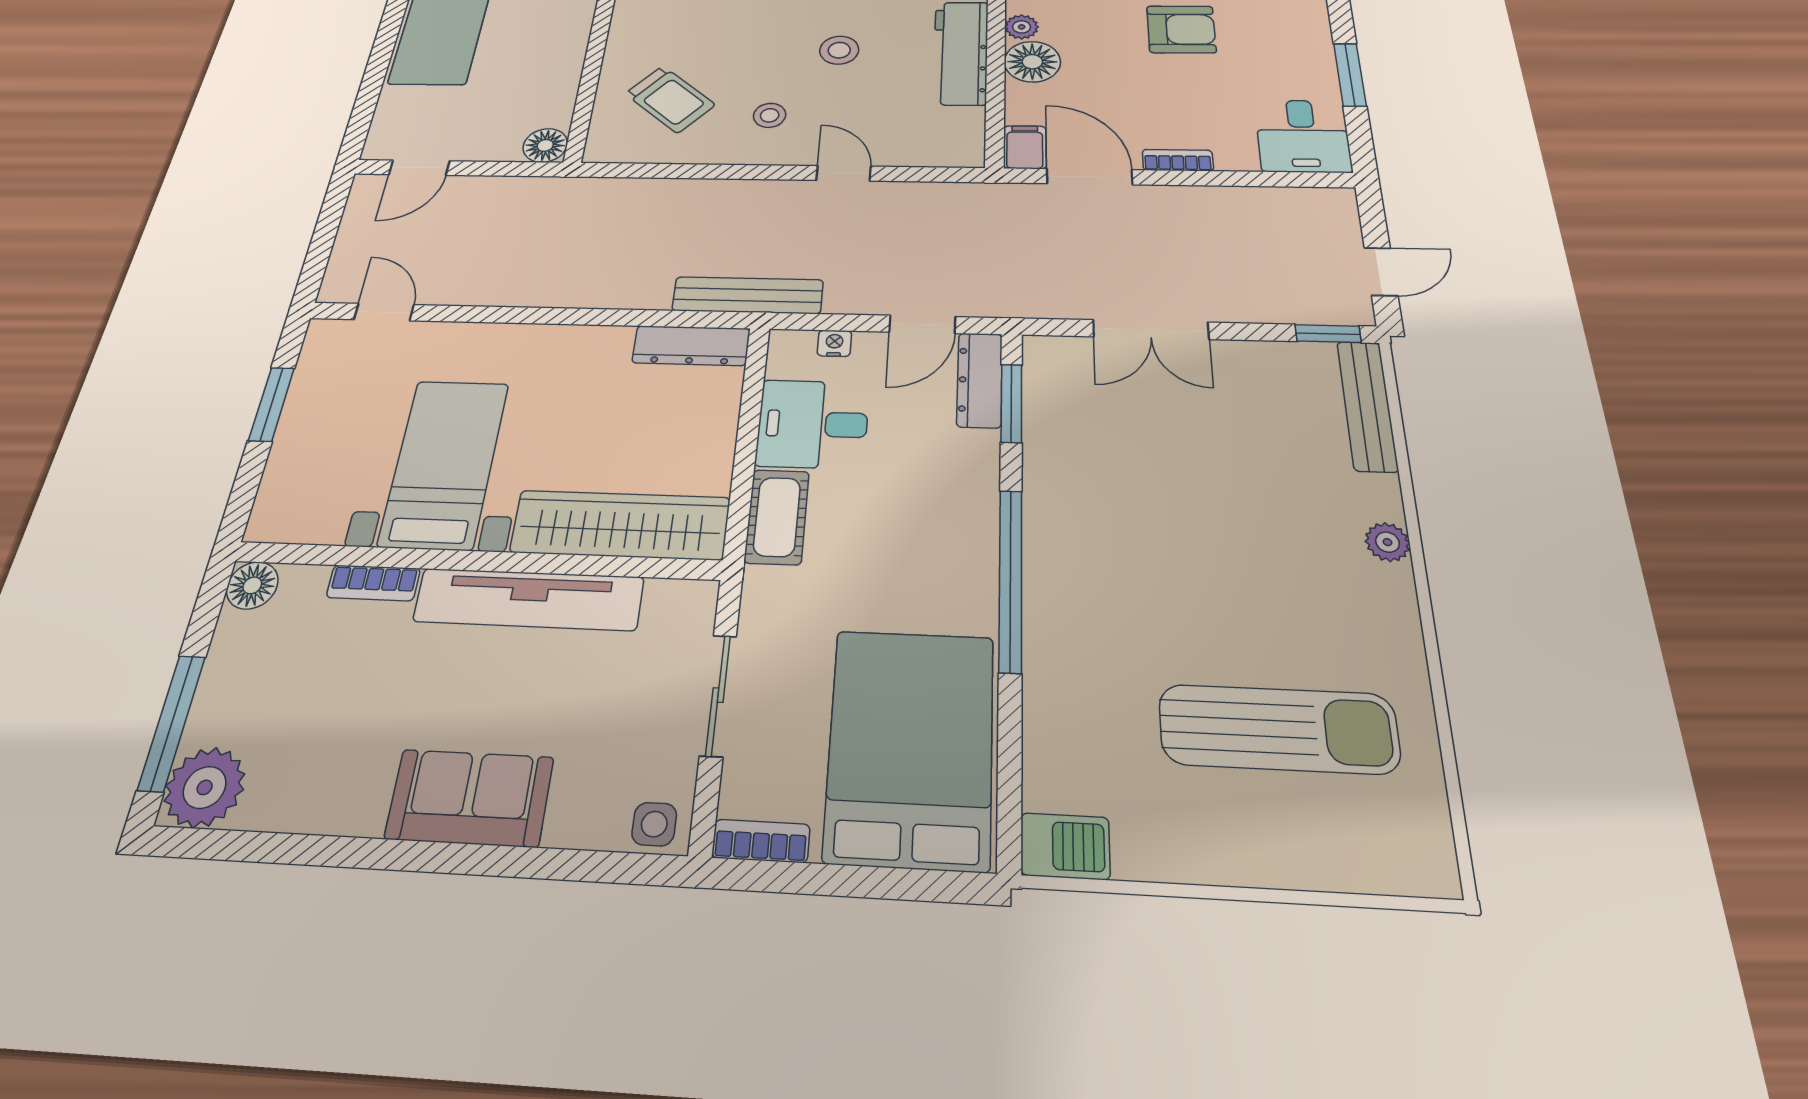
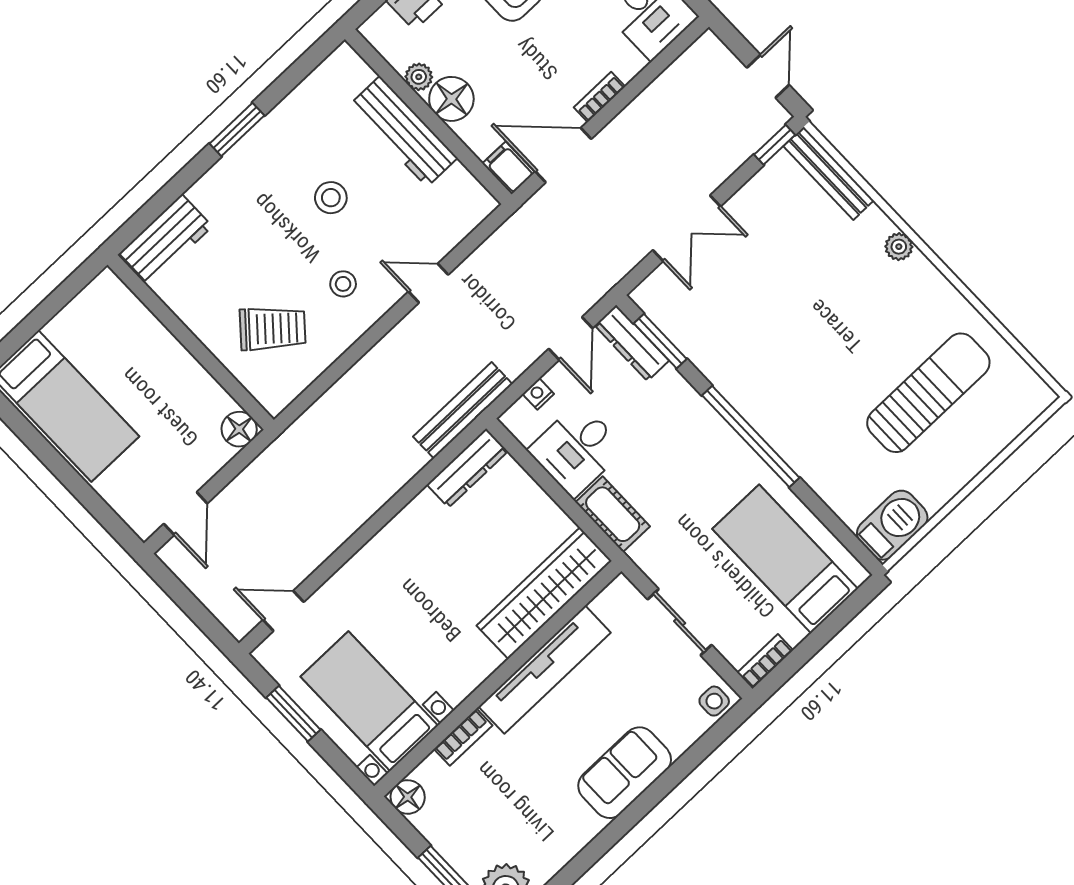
bed with nightstands: (444, 463) -> (369, 701), moved
bed: (910, 747) -> (785, 559), width x0.67
barbecue: (1065, 846) -> (892, 525), width x1.38, depth x1.27

